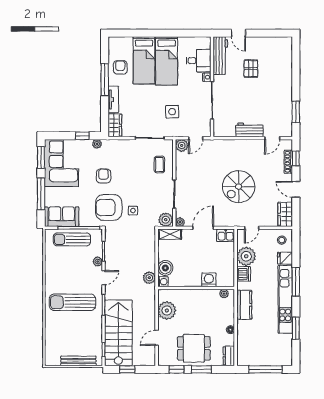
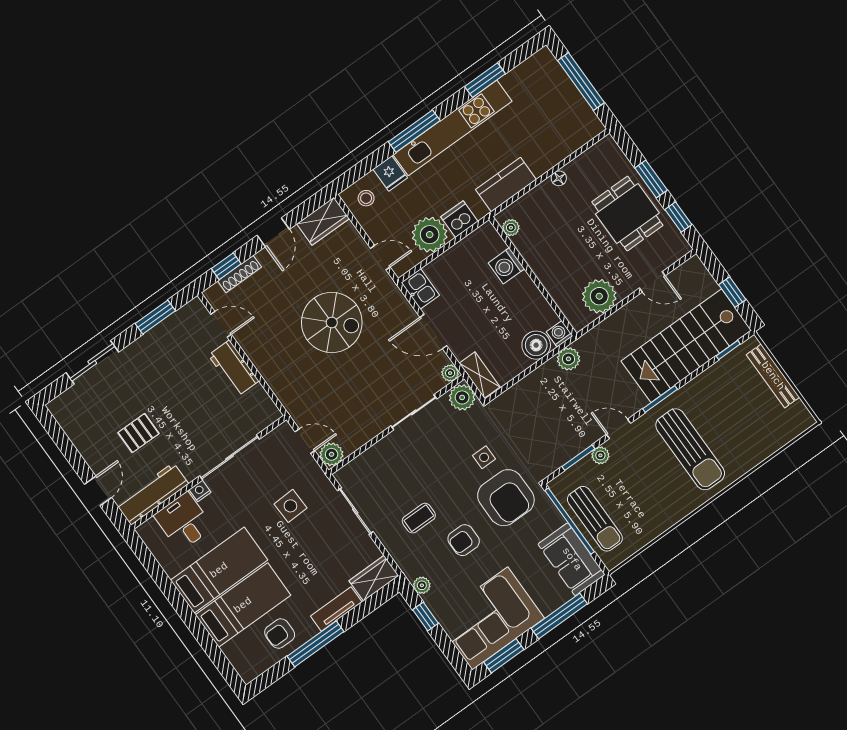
sliding door: (296, 71) -> (92, 362), added
coffee table: (159, 165) -> (419, 518), moved
dresser: (229, 356) -> (601, 152), removed

